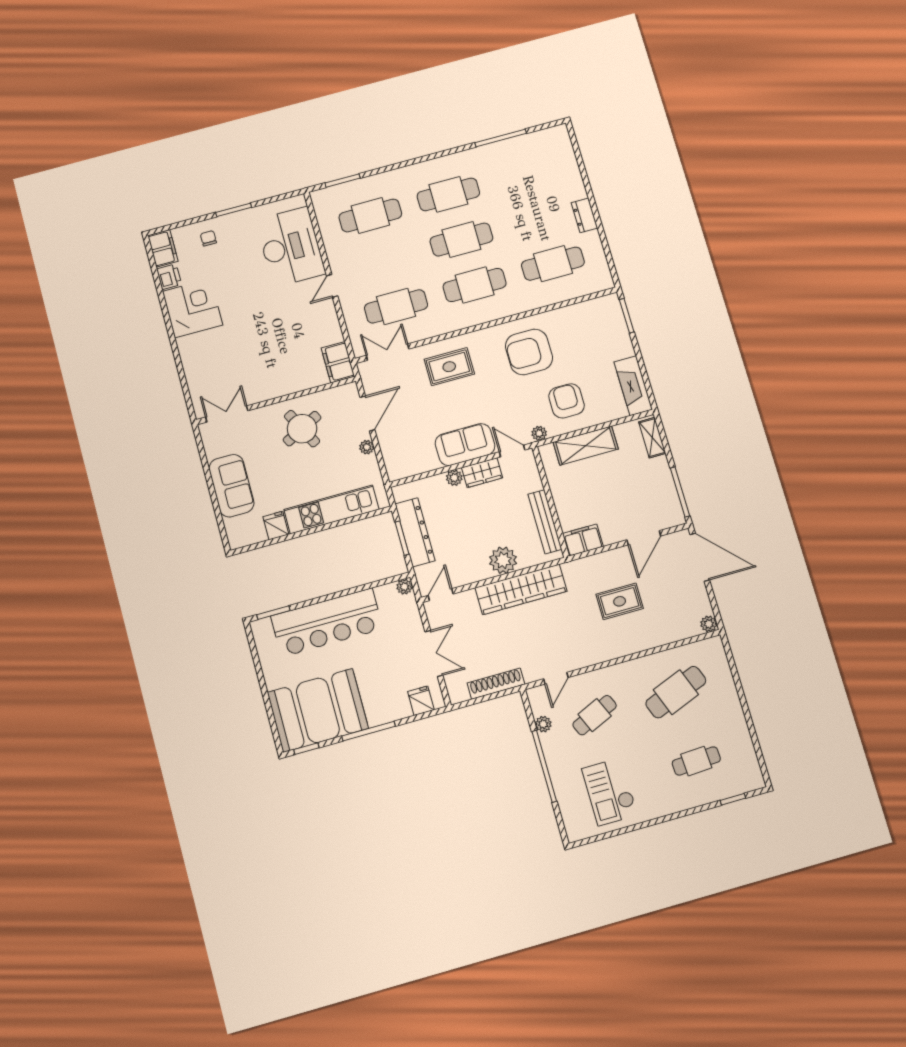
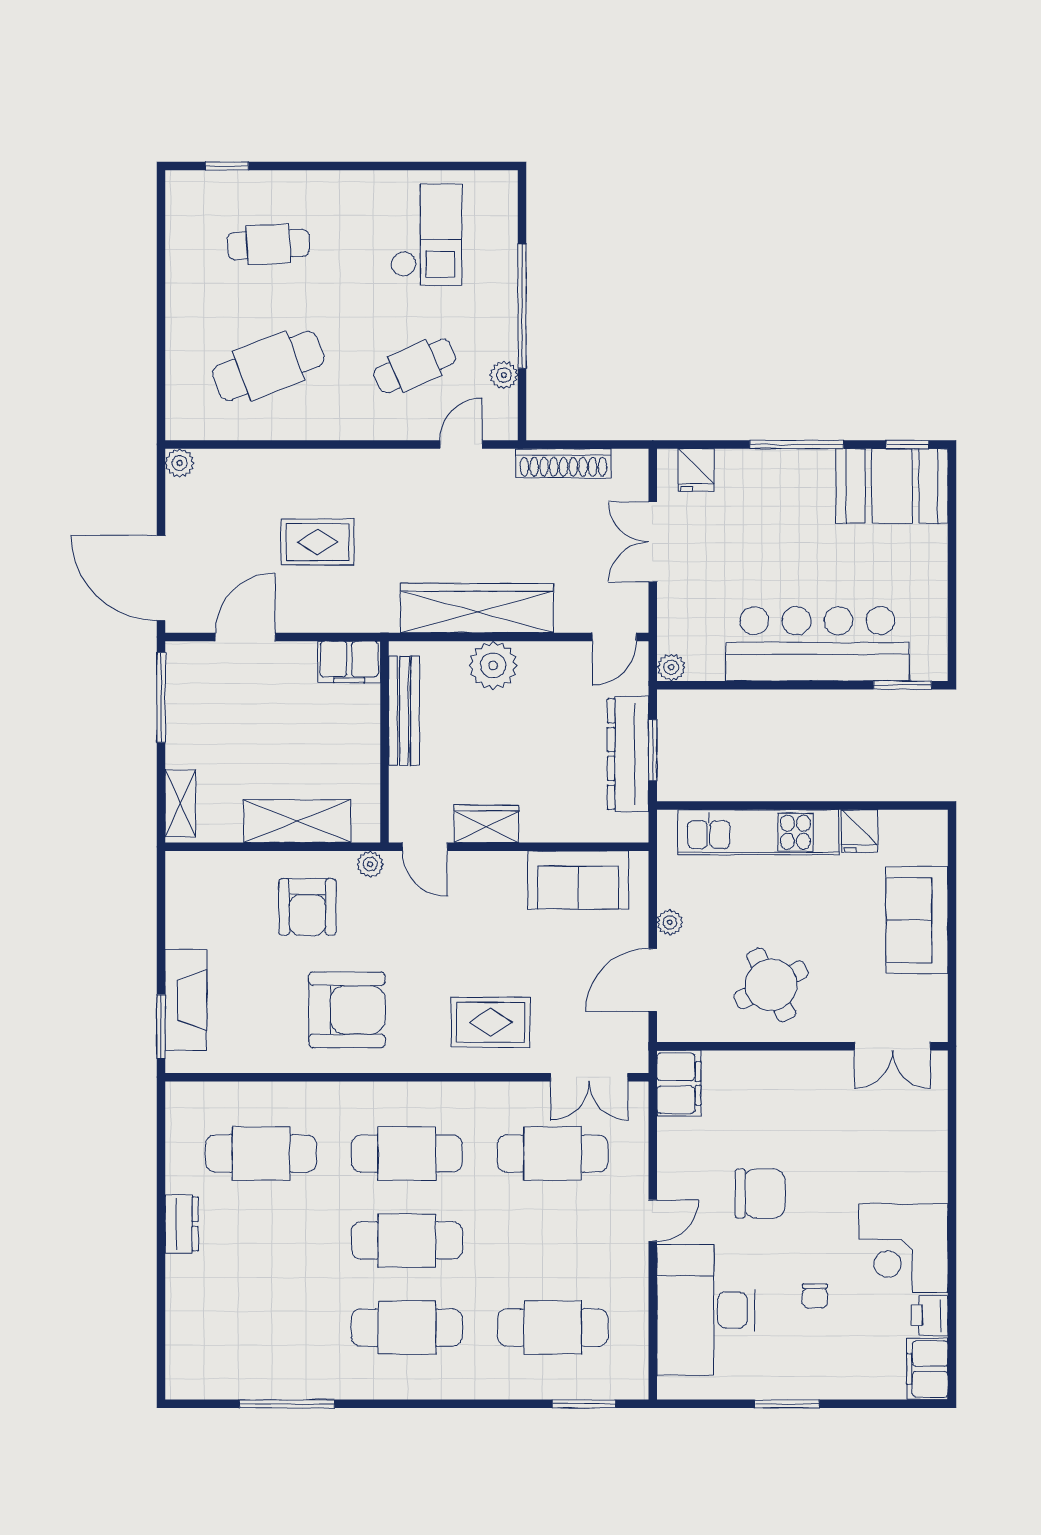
chair: (208, 238) -> (815, 1296), moved
chair: (278, 316) -> (760, 1193), added
fireplace: (633, 386) -> (186, 1000), moved
sofa: (465, 445) -> (578, 880), moved
plant: (454, 478) -> (536, 828), removed
booth: (318, 710) -> (892, 486), width x0.73, depth x0.70

